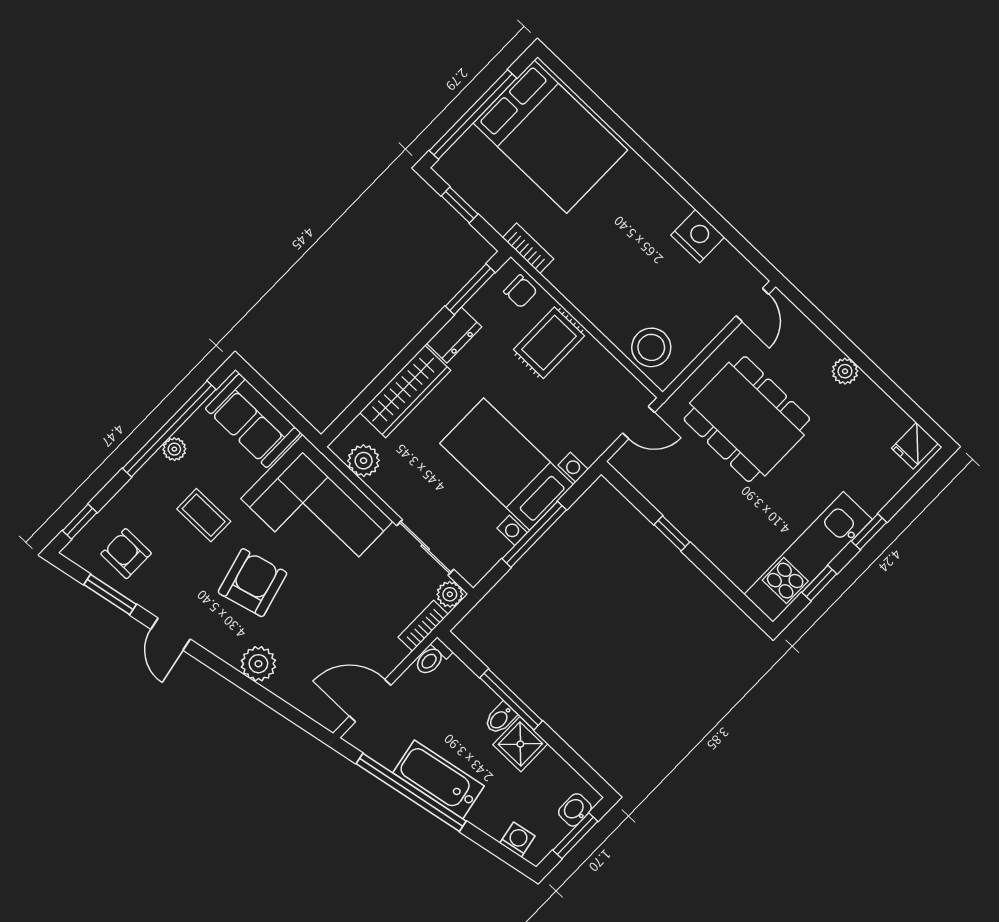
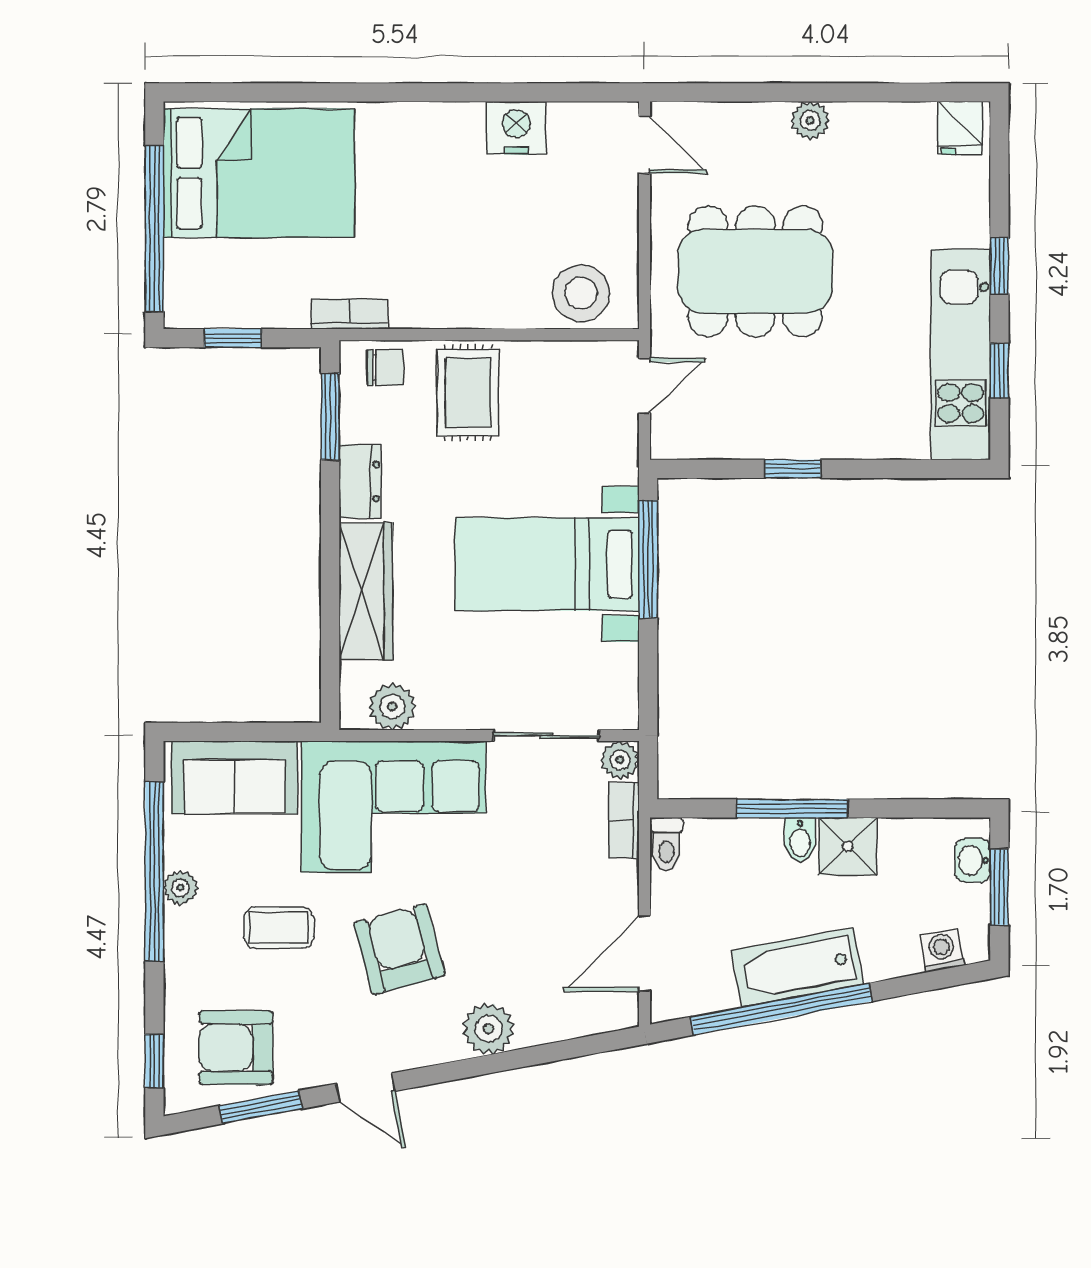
window: (534, 534) -> (648, 559), moved
armchair: (126, 554) -> (236, 1048), width x1.38, depth x1.38

